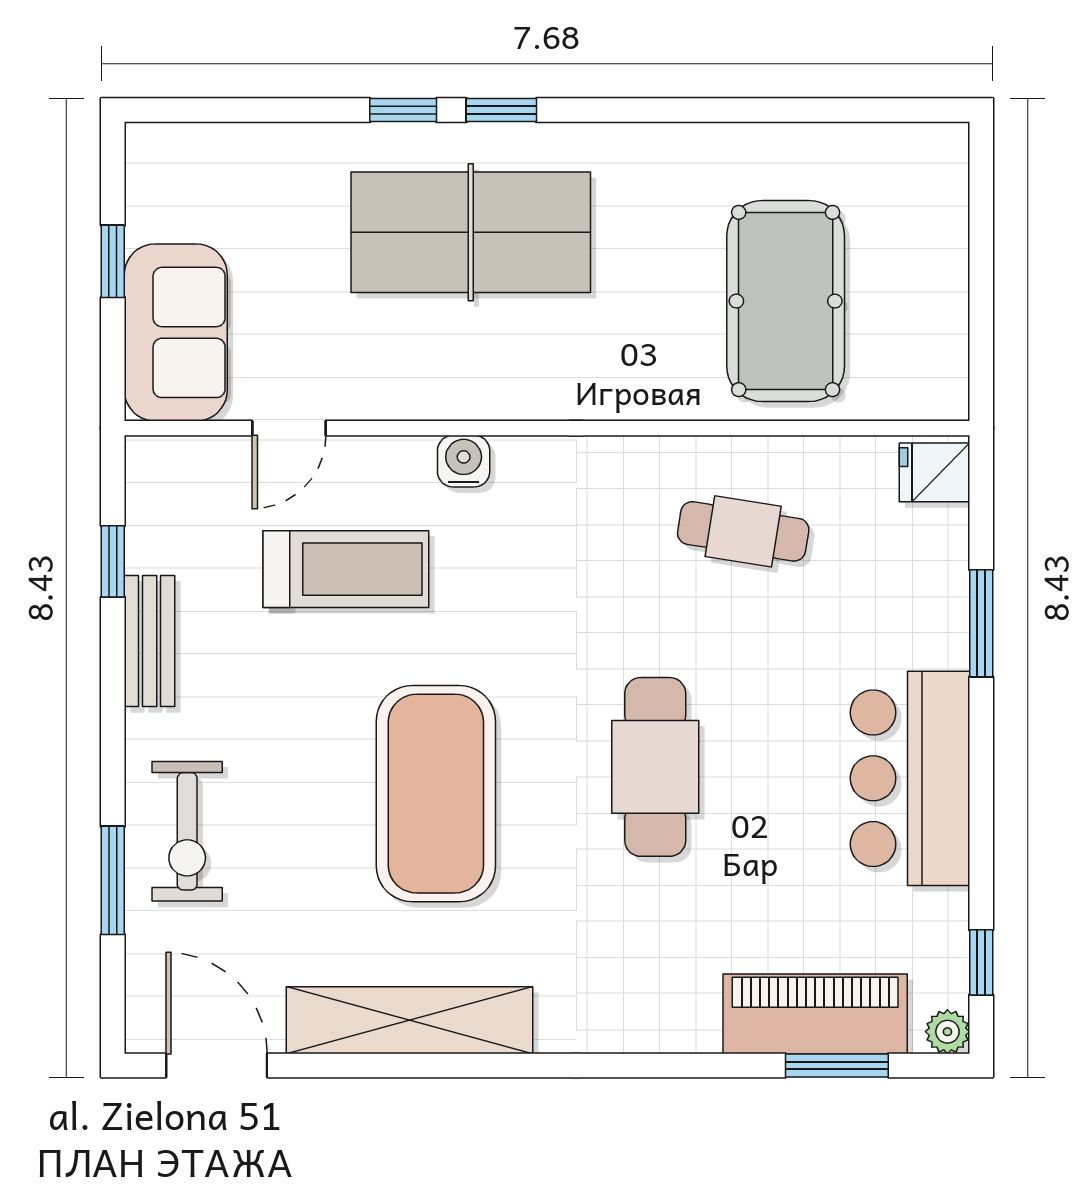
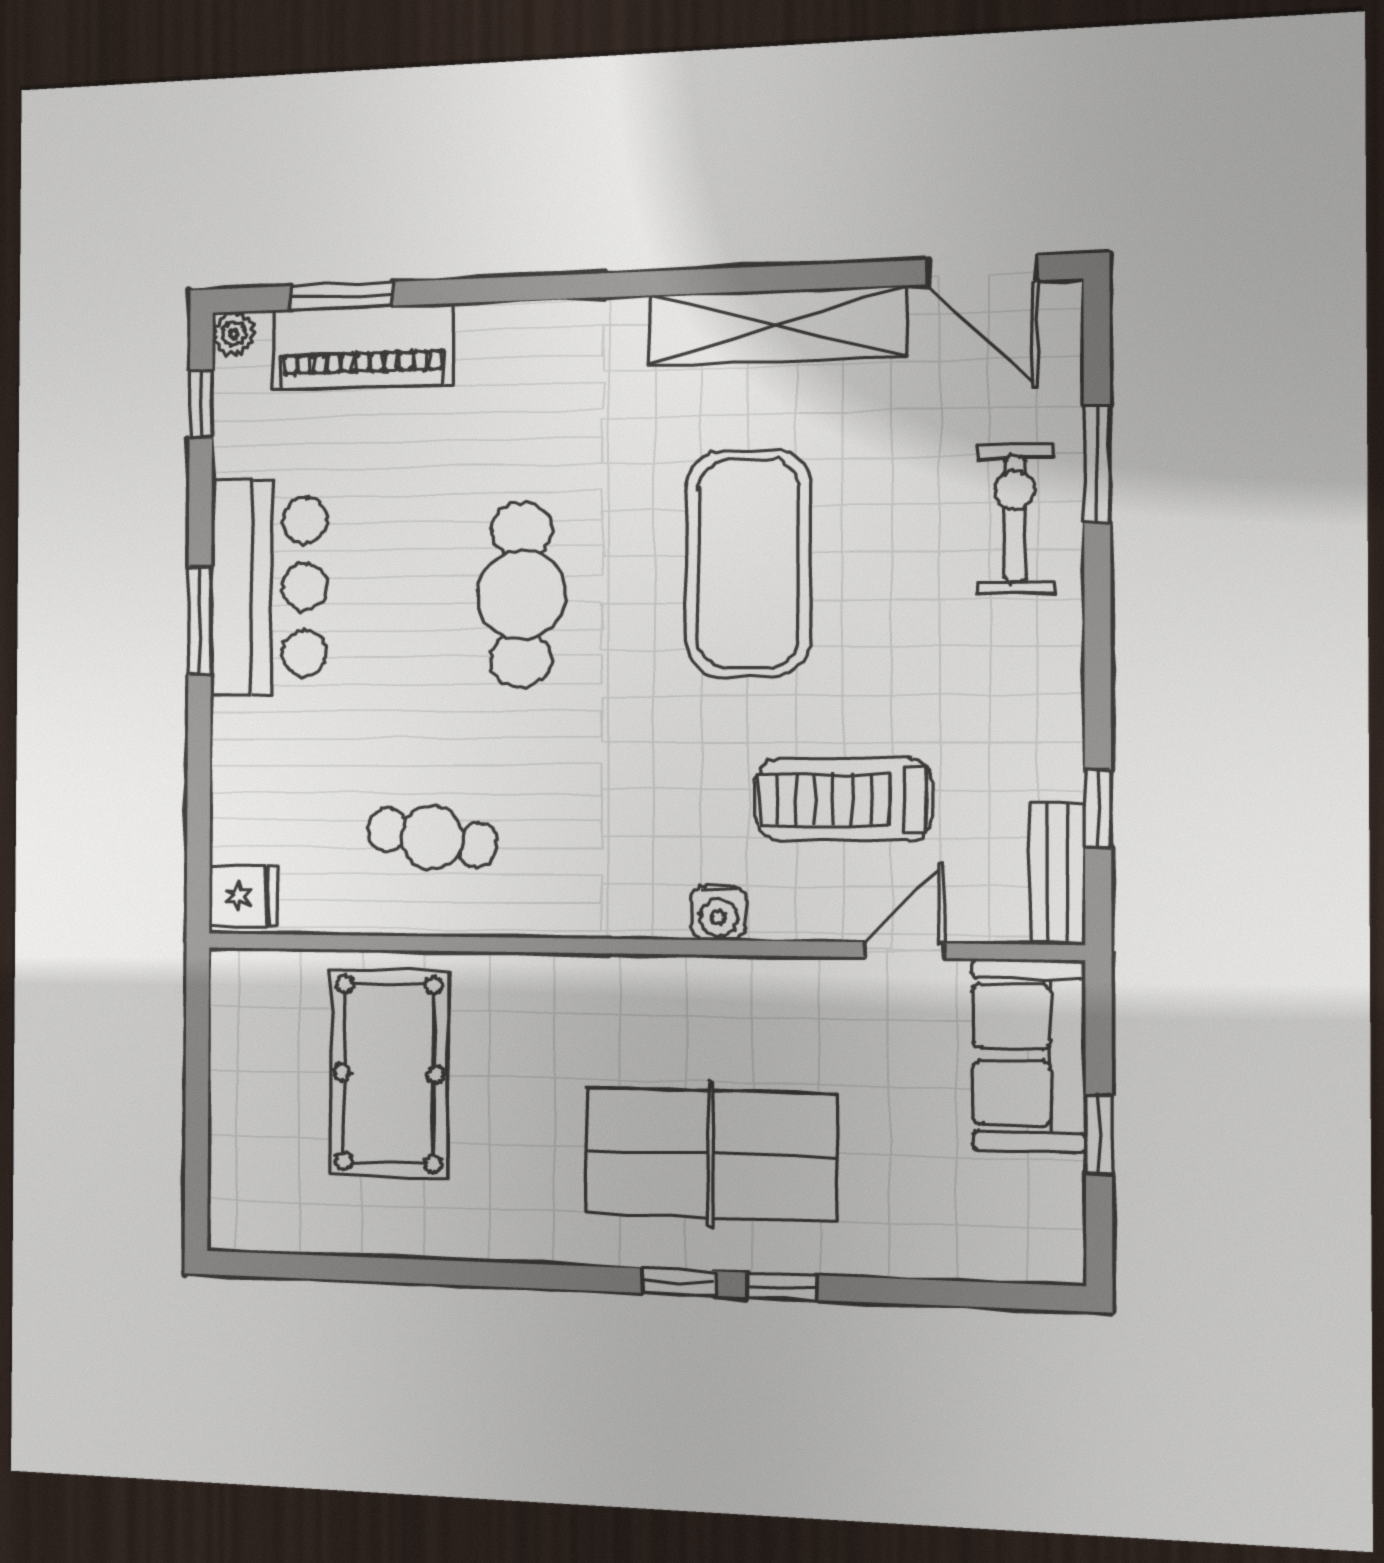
window: (981, 623) -> (200, 621), moved
bench: (150, 641) -> (1057, 874), moved

